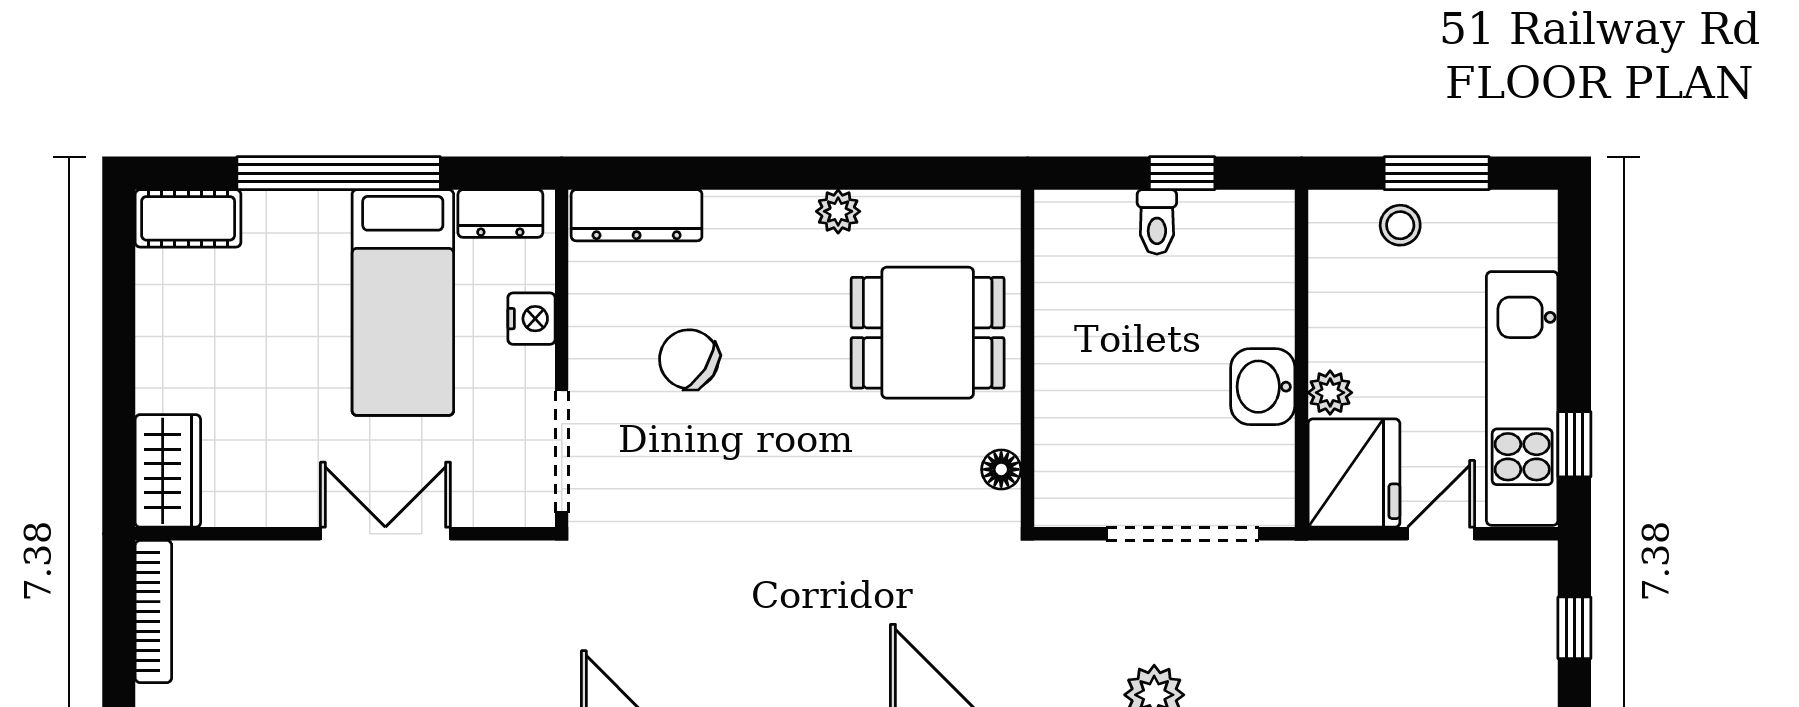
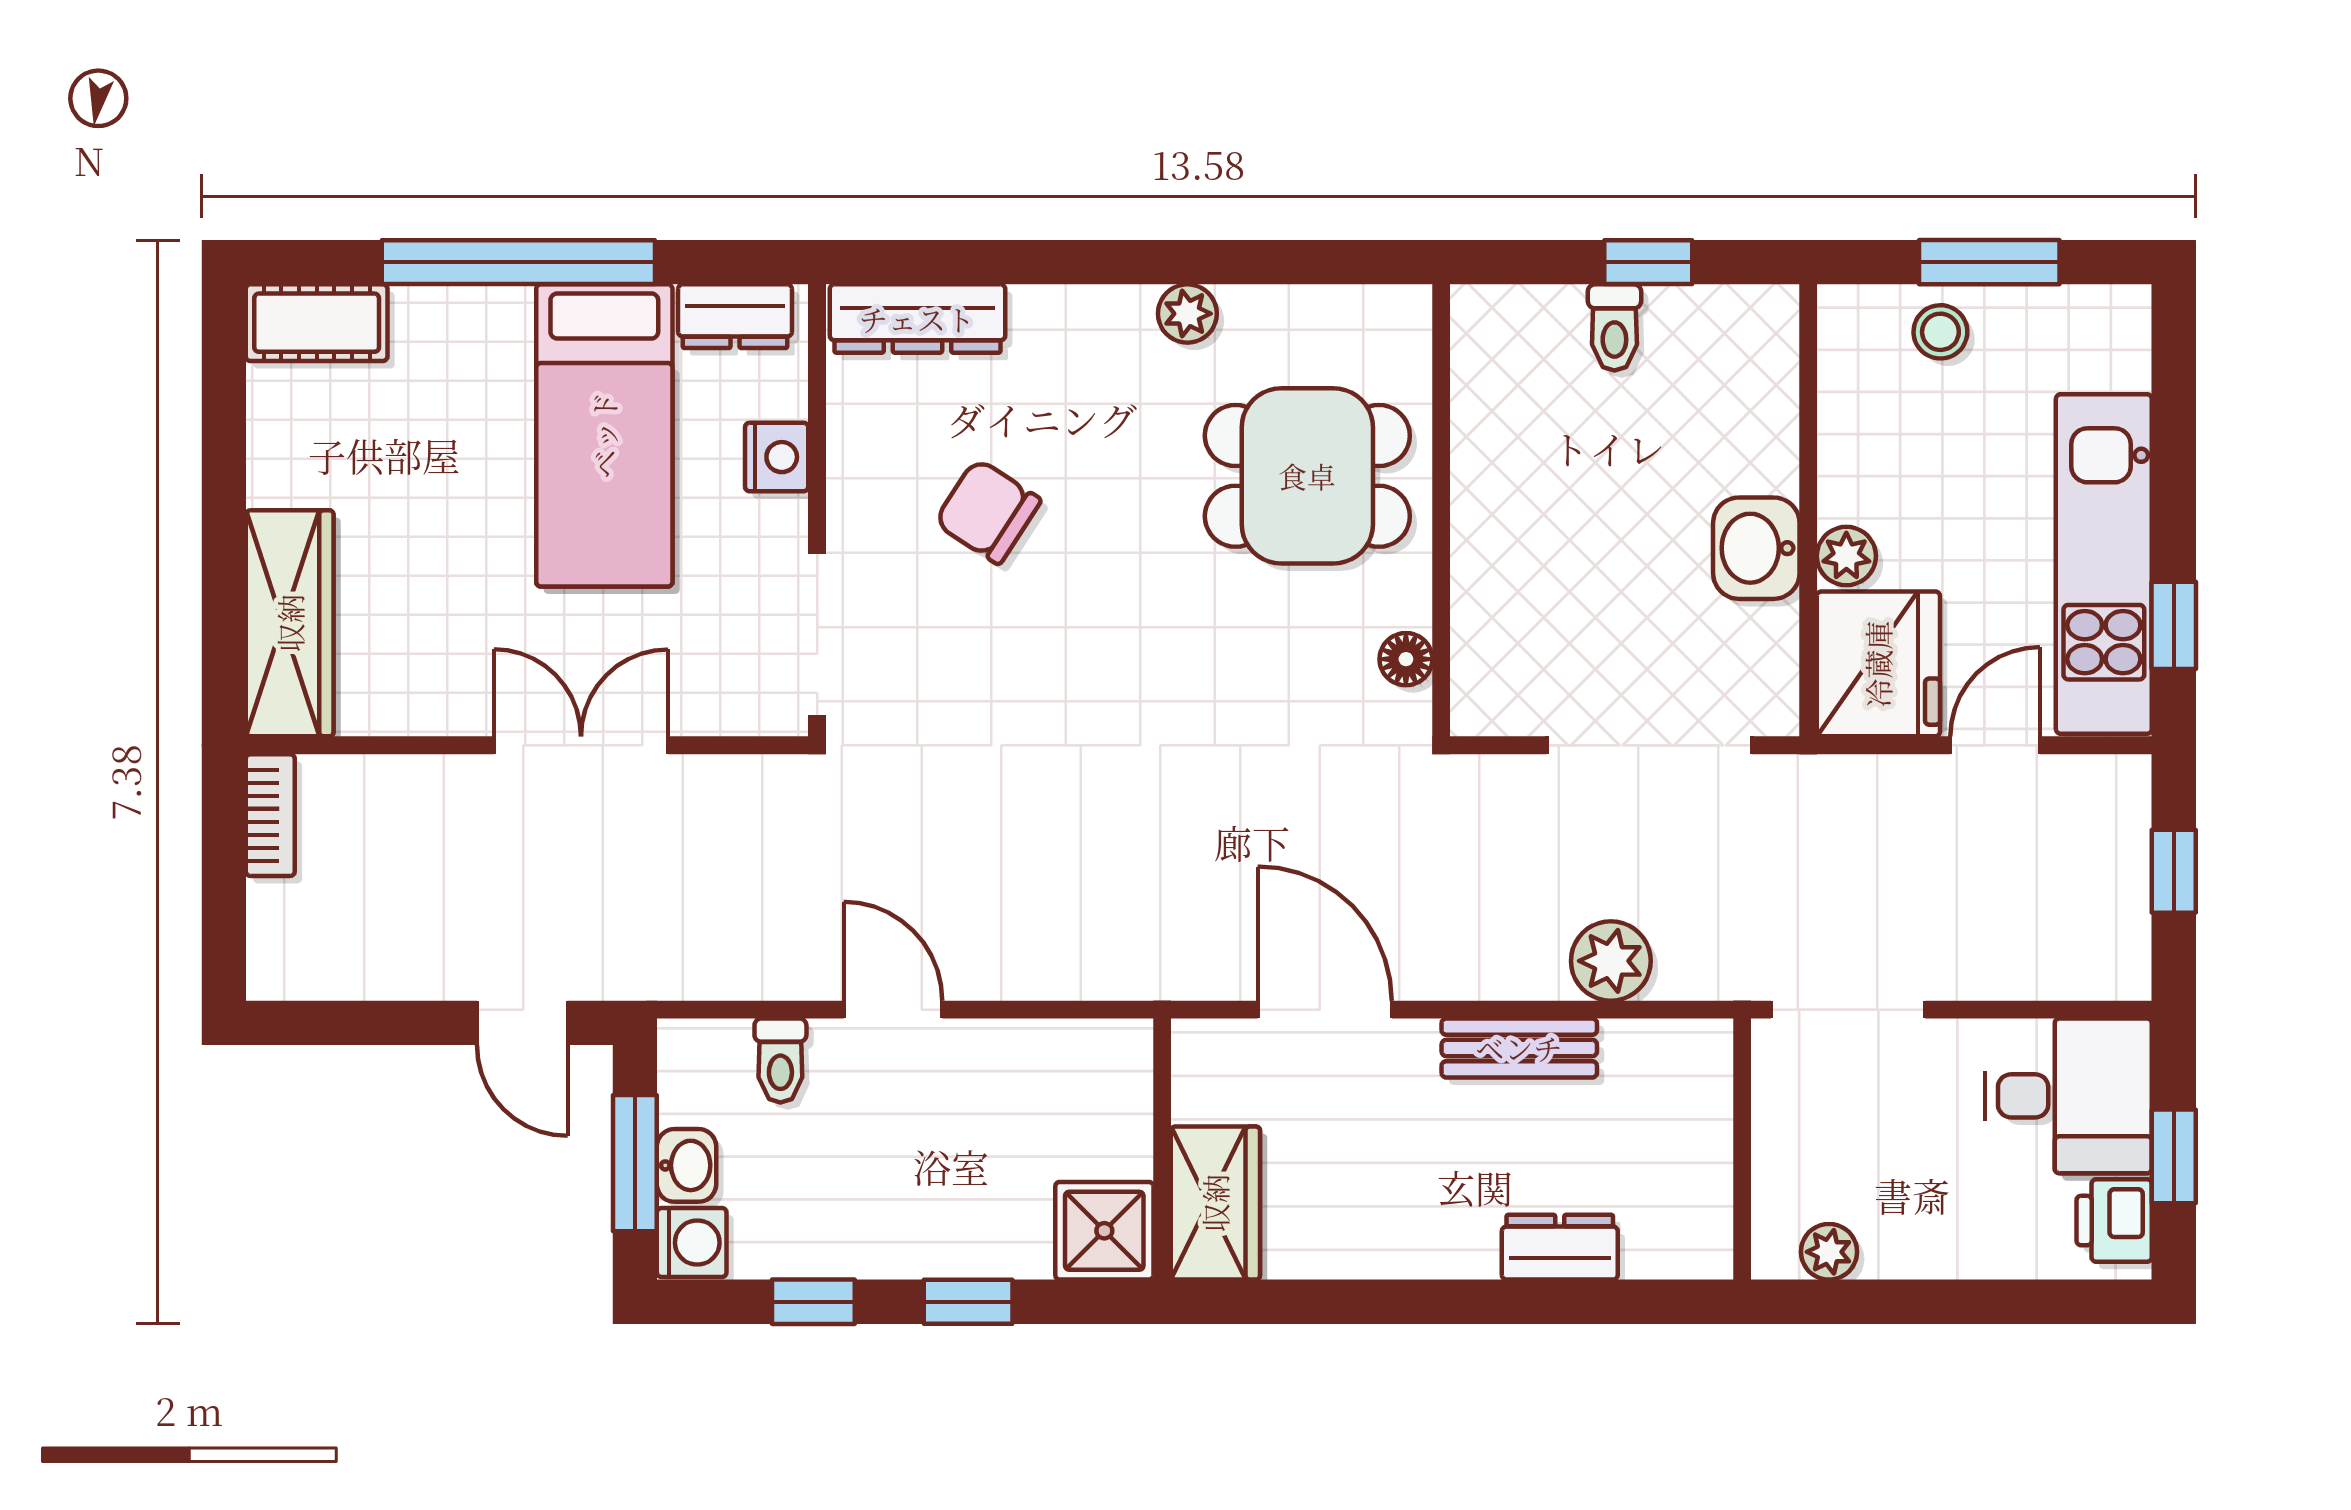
wardrobe: (168, 471) -> (290, 623), width x1.50
bookcase: (153, 611) -> (270, 815), width x0.64

